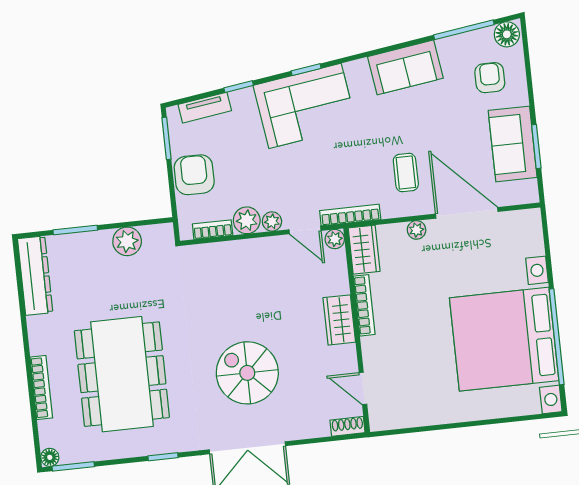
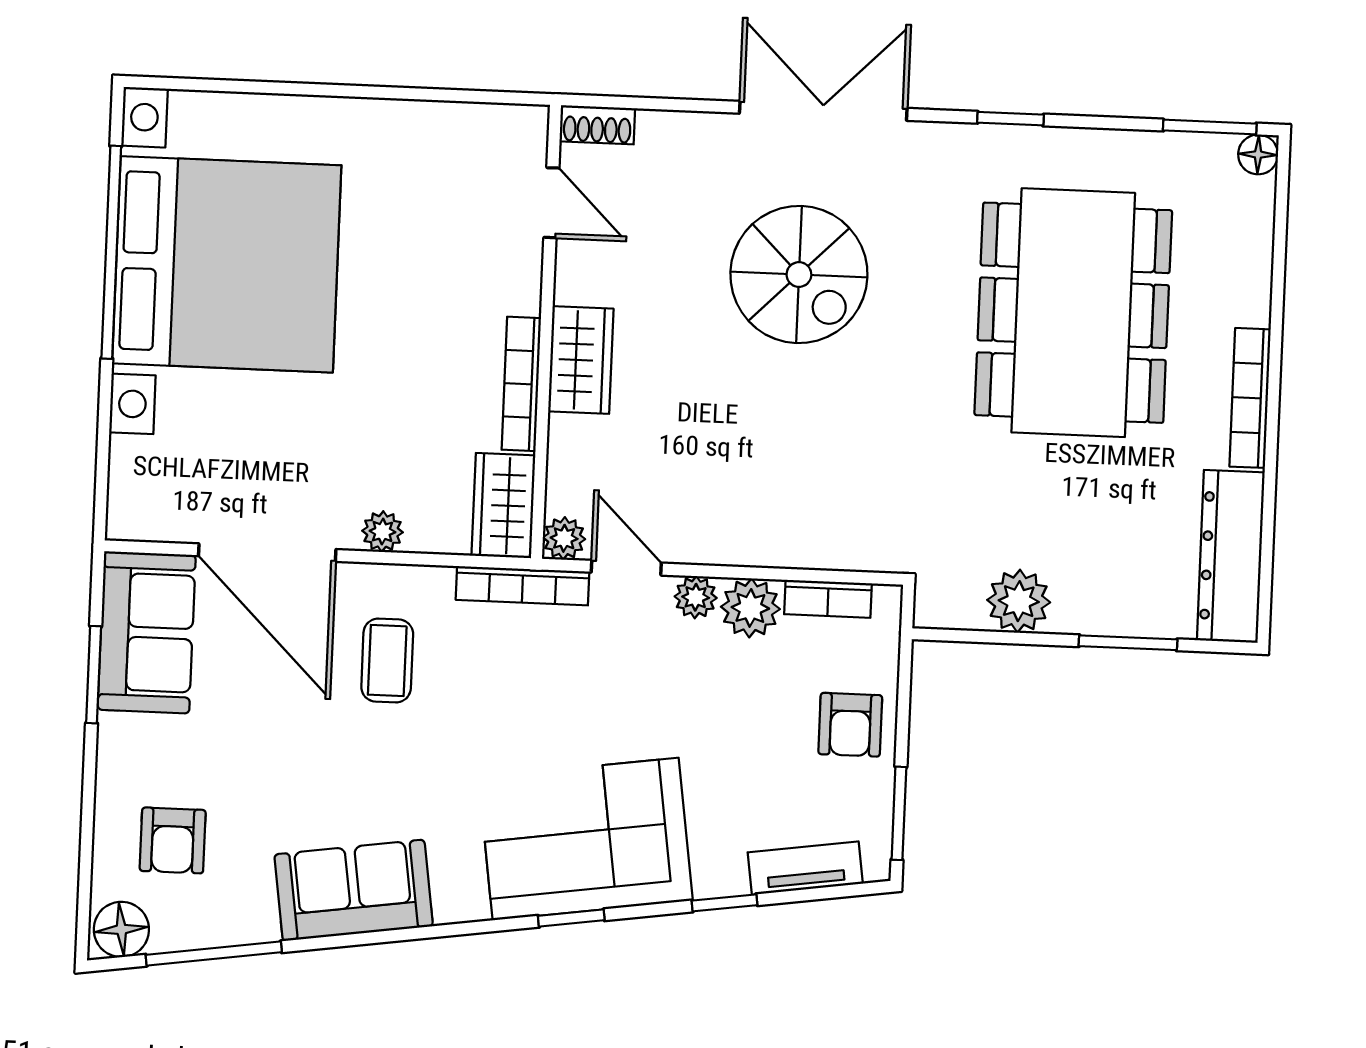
sofa: (513, 144) -> (147, 632), moved
armchair: (194, 175) -> (850, 725), width x0.72, depth x0.72
bookcase: (41, 388) -> (1250, 398), moved

